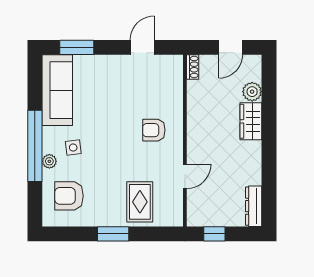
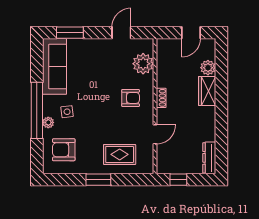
shoe rack: (193, 67) -> (161, 98), moved
plant: (170, 87) -> (143, 64), added
armchair: (154, 130) -> (131, 98), turned 180
rug: (140, 202) -> (120, 154), turned 90

